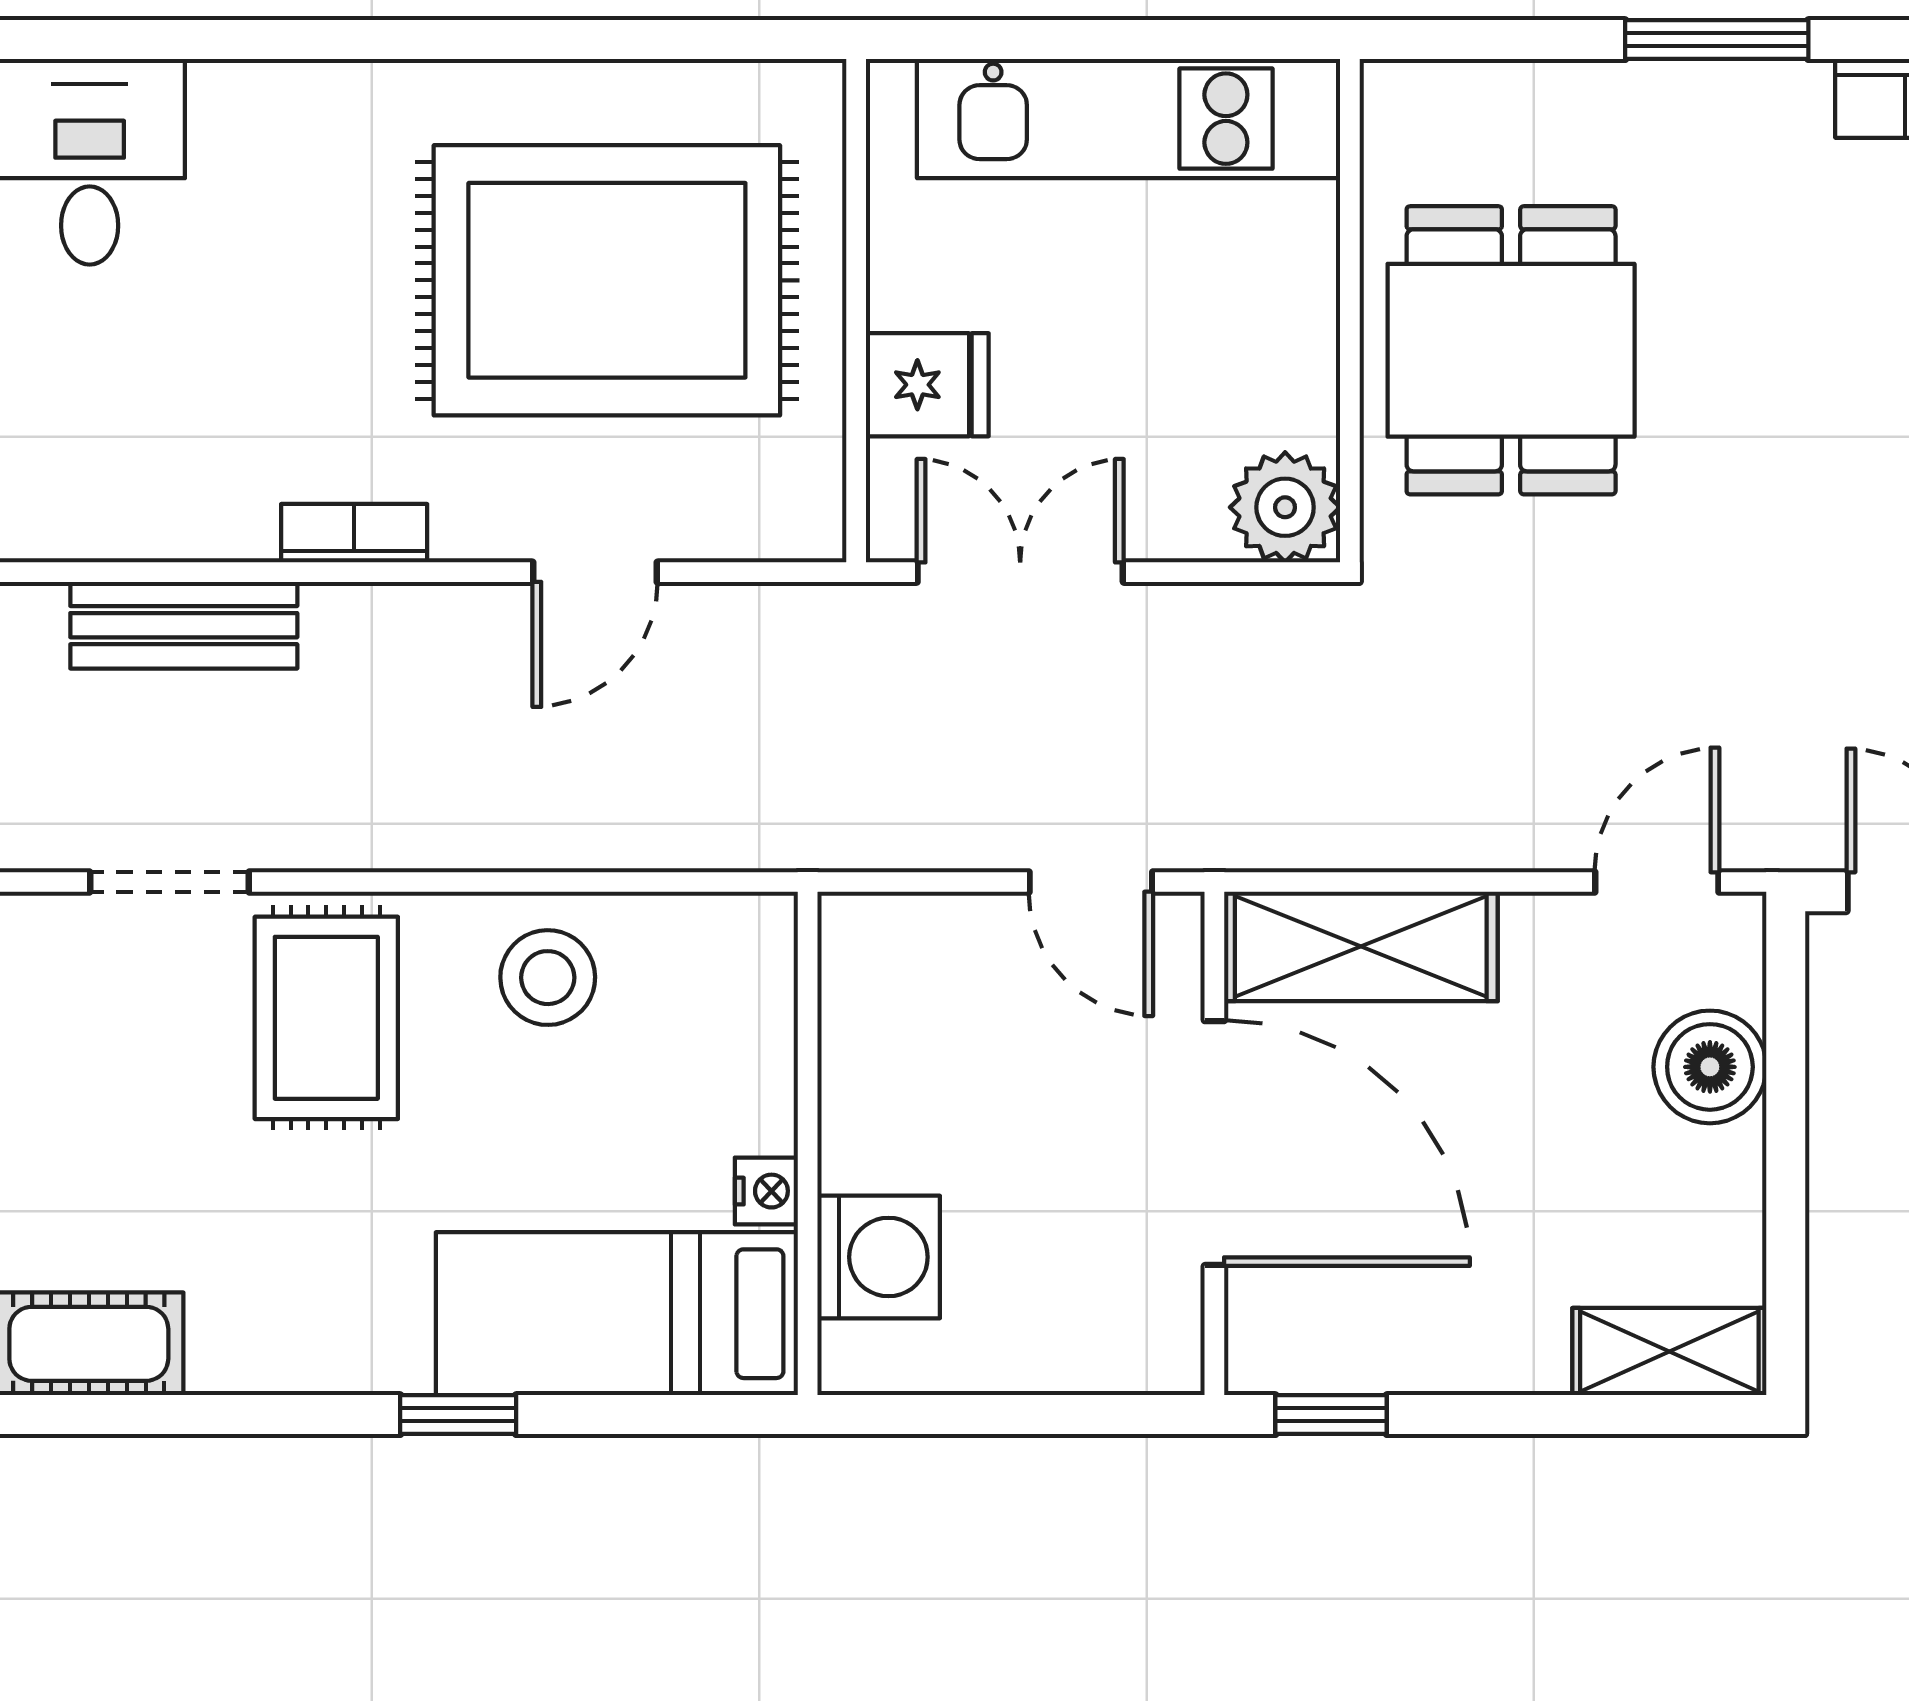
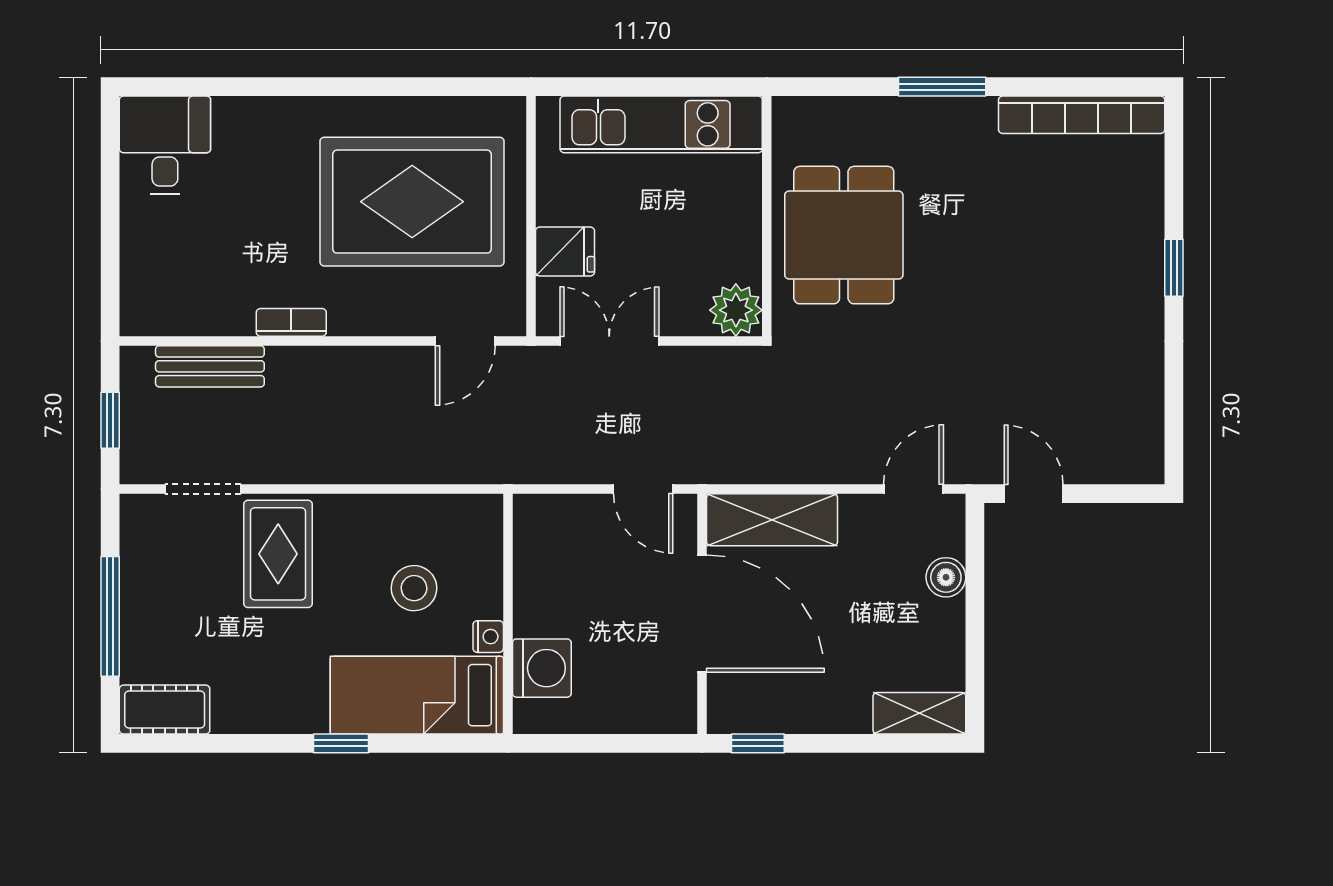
door: (595, 572) -> (465, 341), moved
stool: (548, 978) -> (414, 588), moved
boiler: (1710, 1067) -> (946, 577), width x0.73, depth x0.73

